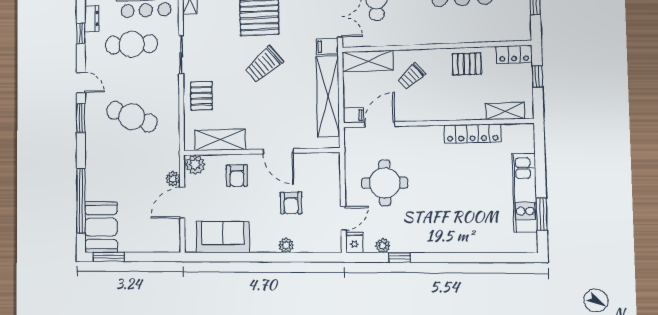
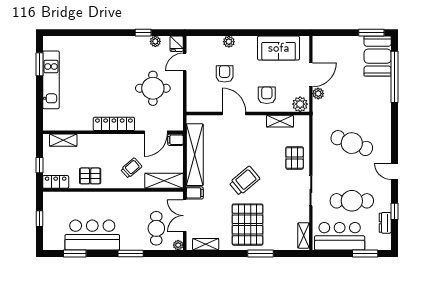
window: (81, 118) -> (394, 143), removed
locker: (472, 134) -> (114, 124), moved
shelving: (220, 140) -> (280, 121), width x0.67, depth x0.75

